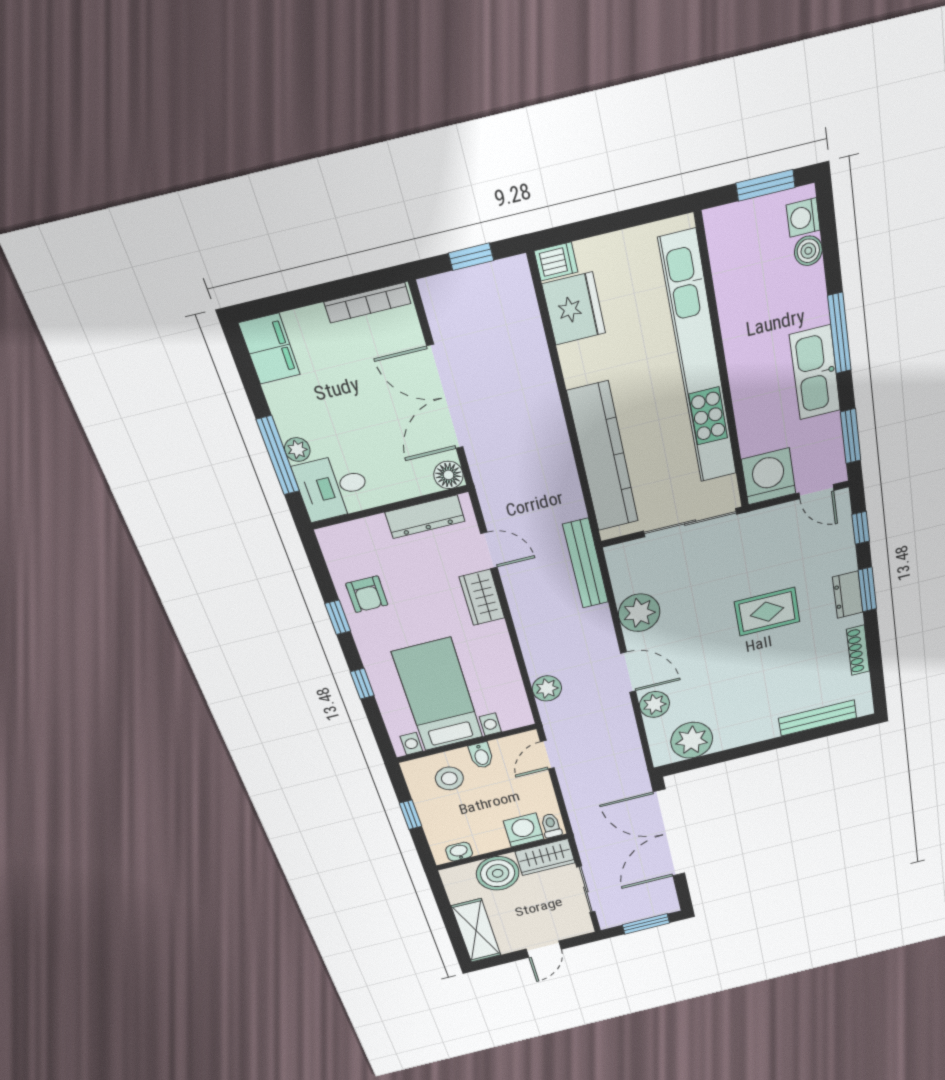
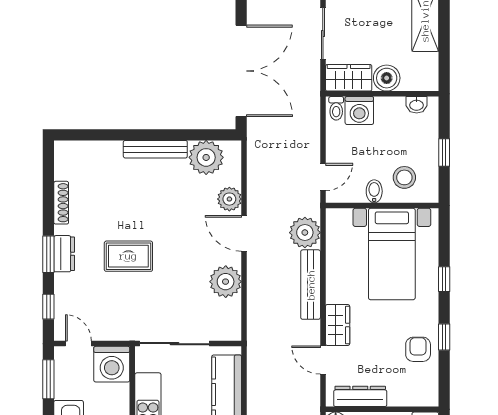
bench: (586, 564) -> (311, 285), moved
plant: (547, 688) -> (305, 233), width x1.36, depth x1.36
bench: (818, 718) -> (155, 149), moved
boiler: (498, 873) -> (387, 78), width x0.73, depth x0.73

